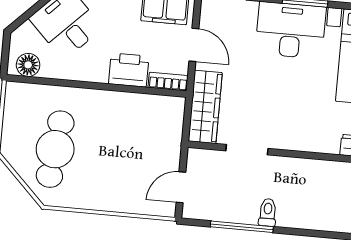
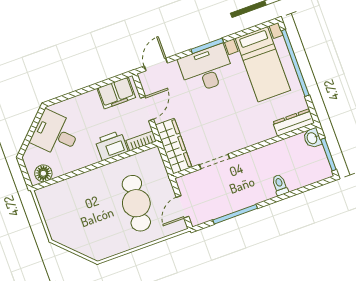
door: (194, 45) -> (147, 109), hinge flipped
cafe table: (55, 149) -> (136, 203), moved
toilet: (268, 212) -> (280, 185), moved

